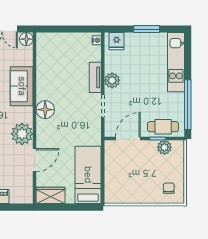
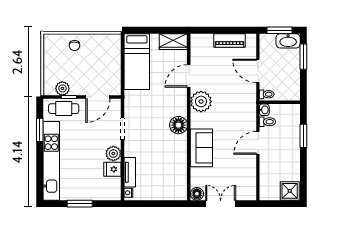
fridge: (117, 41) -> (112, 169), moved, turned -90
kitchen unit: (176, 62) -> (51, 161), width x1.36
tv unit: (95, 77) -> (130, 172), moved
window: (188, 105) -> (40, 130), width x0.47
chair: (169, 188) -> (74, 45), moved

